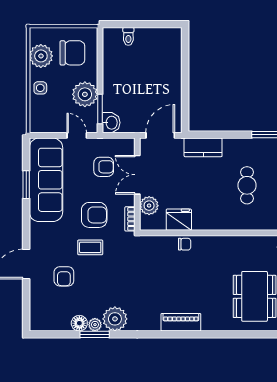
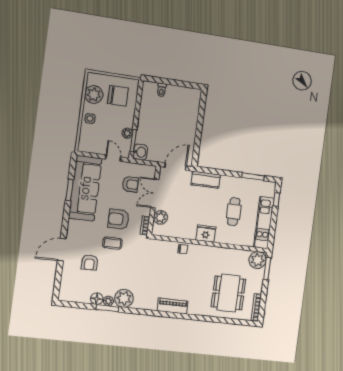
plant: (85, 94) -> (127, 133), width x0.53, depth x0.53
armchair: (94, 215) -> (119, 219), turned 180
fridge: (179, 220) -> (206, 234), moved

